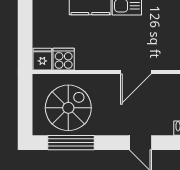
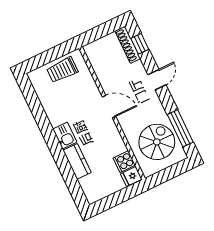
spiral stairs: (68, 108) -> (157, 142), turned 90

